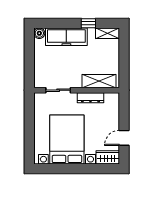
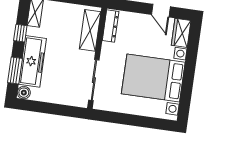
window: (57, 23) -> (15, 70), added
sliding door: (58, 90) -> (94, 80), width x1.37
dresser: (90, 98) -> (111, 26), moved

